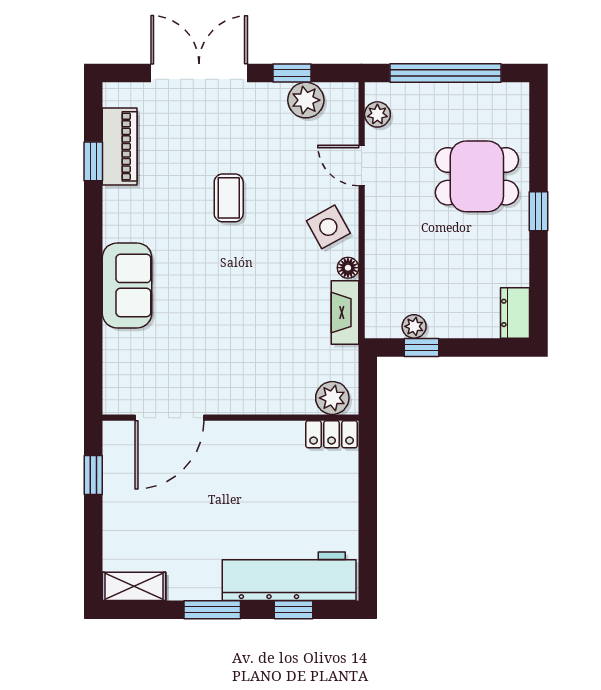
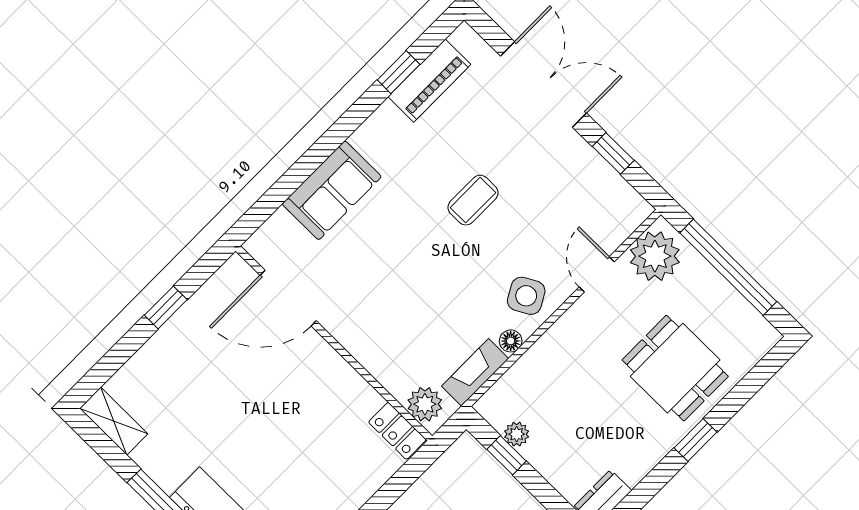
plant: (306, 100) -> (603, 184), removed
plant: (377, 114) -> (655, 256), width x1.88, depth x1.88
plant: (332, 398) -> (425, 404), moved
door: (170, 418) -> (288, 298), moved
wall: (230, 418) -> (334, 343), moved
locker: (332, 434) -> (397, 431), moved

